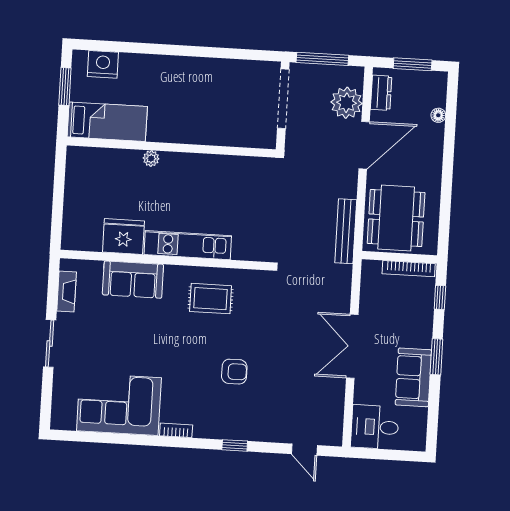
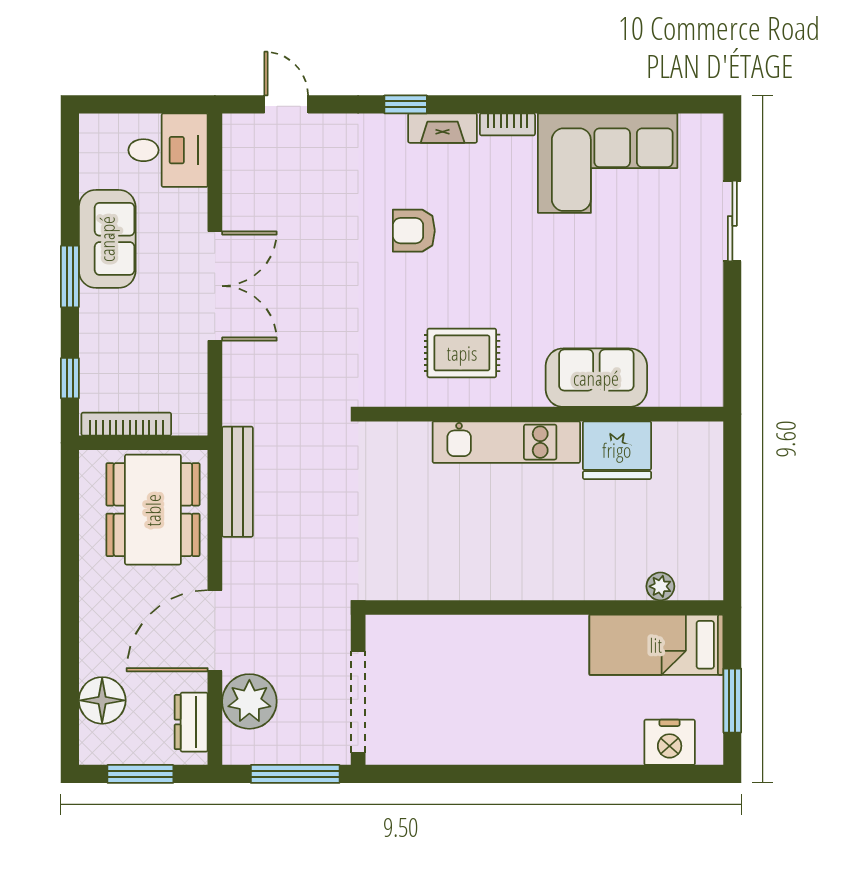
floor lamp: (438, 115) -> (102, 700), width x1.89, depth x1.89
plant: (151, 158) -> (660, 586), moved
fireplace: (67, 292) -> (443, 128), moved, turned -90
sliding door: (50, 343) -> (732, 221), moved

